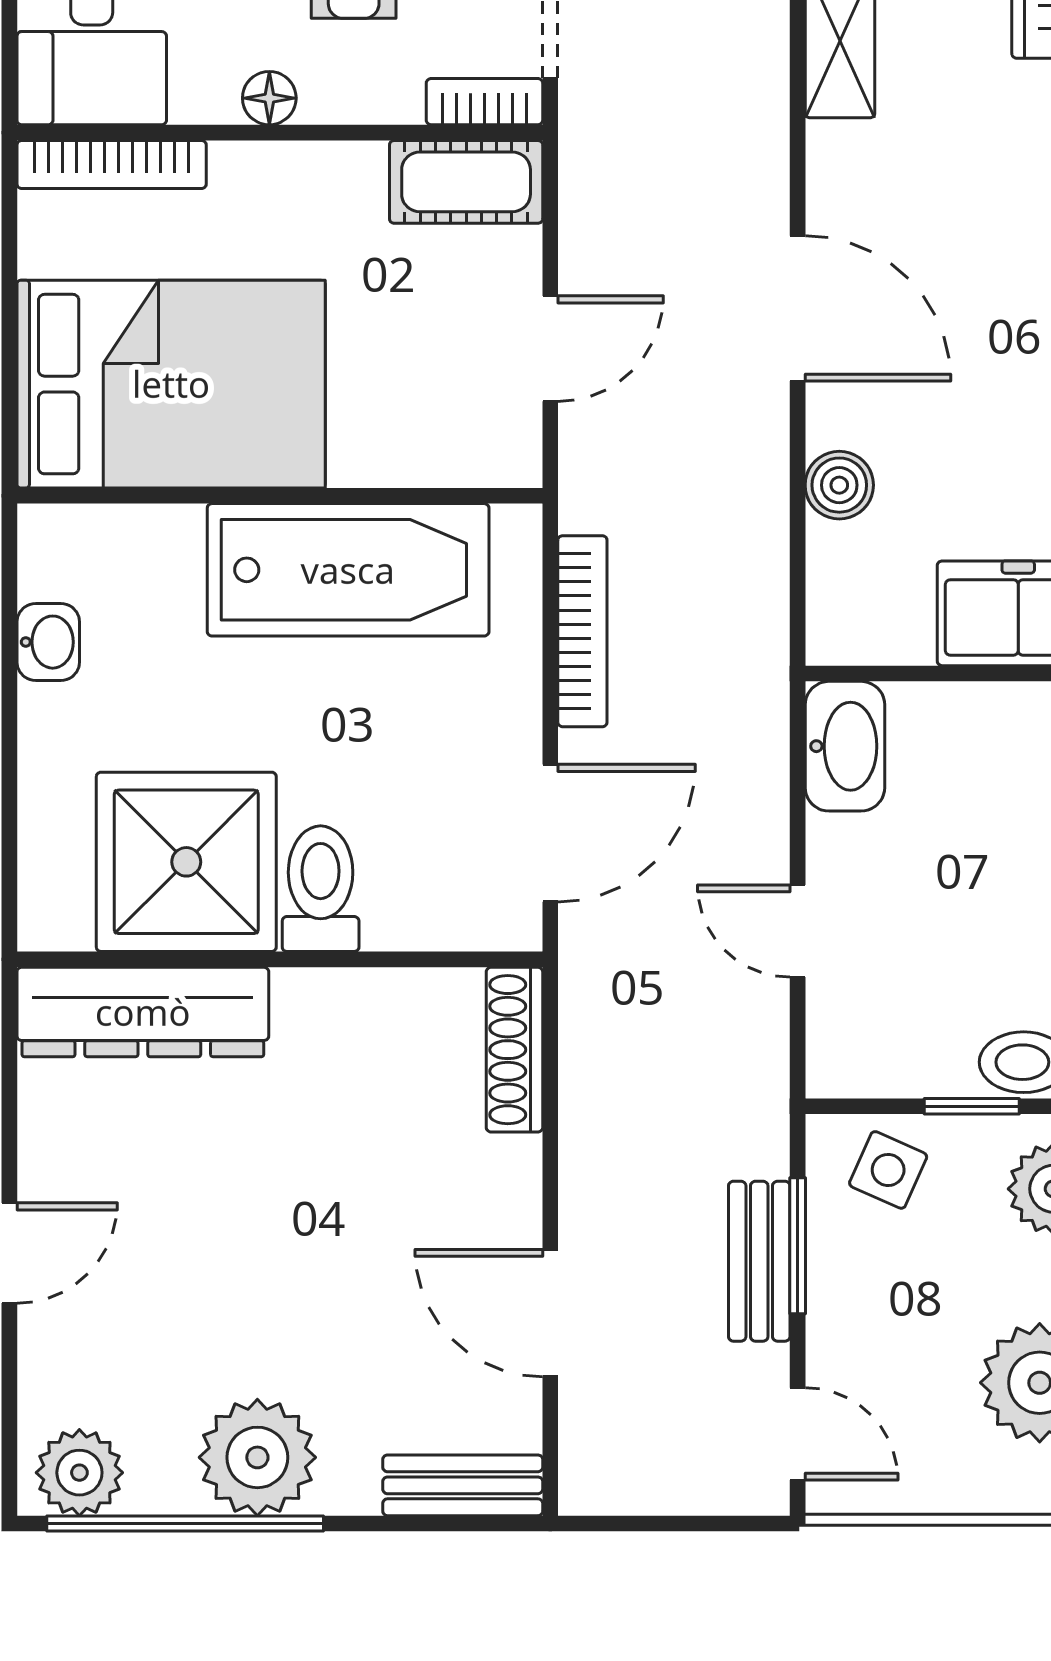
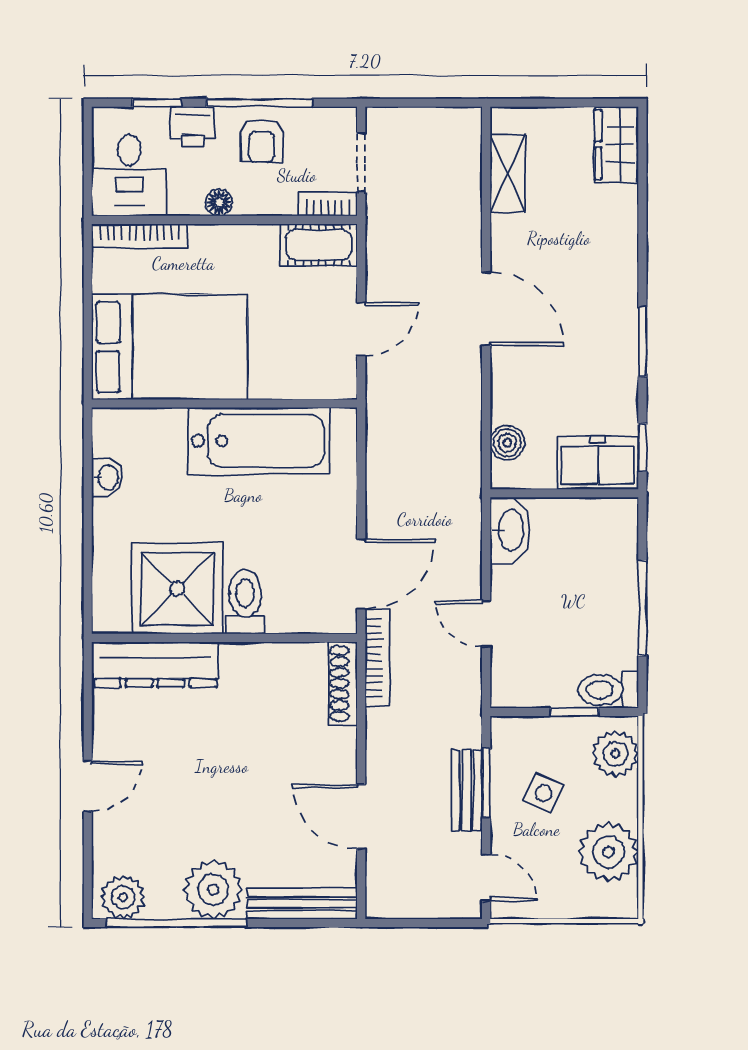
boiler: (839, 485) -> (507, 443), moved
bookcase: (582, 631) -> (377, 658), moved
side table: (888, 1170) -> (544, 793), moved
bench: (463, 1485) -> (302, 904), width x1.36

